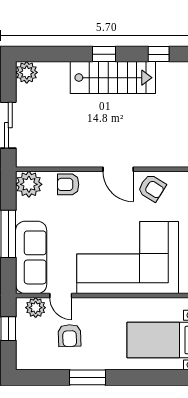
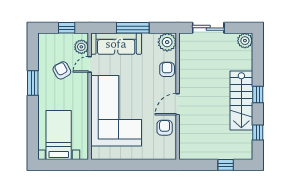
armchair: (152, 188) -> (165, 128), turned 148
armchair: (70, 336) -> (62, 70), turned 63

